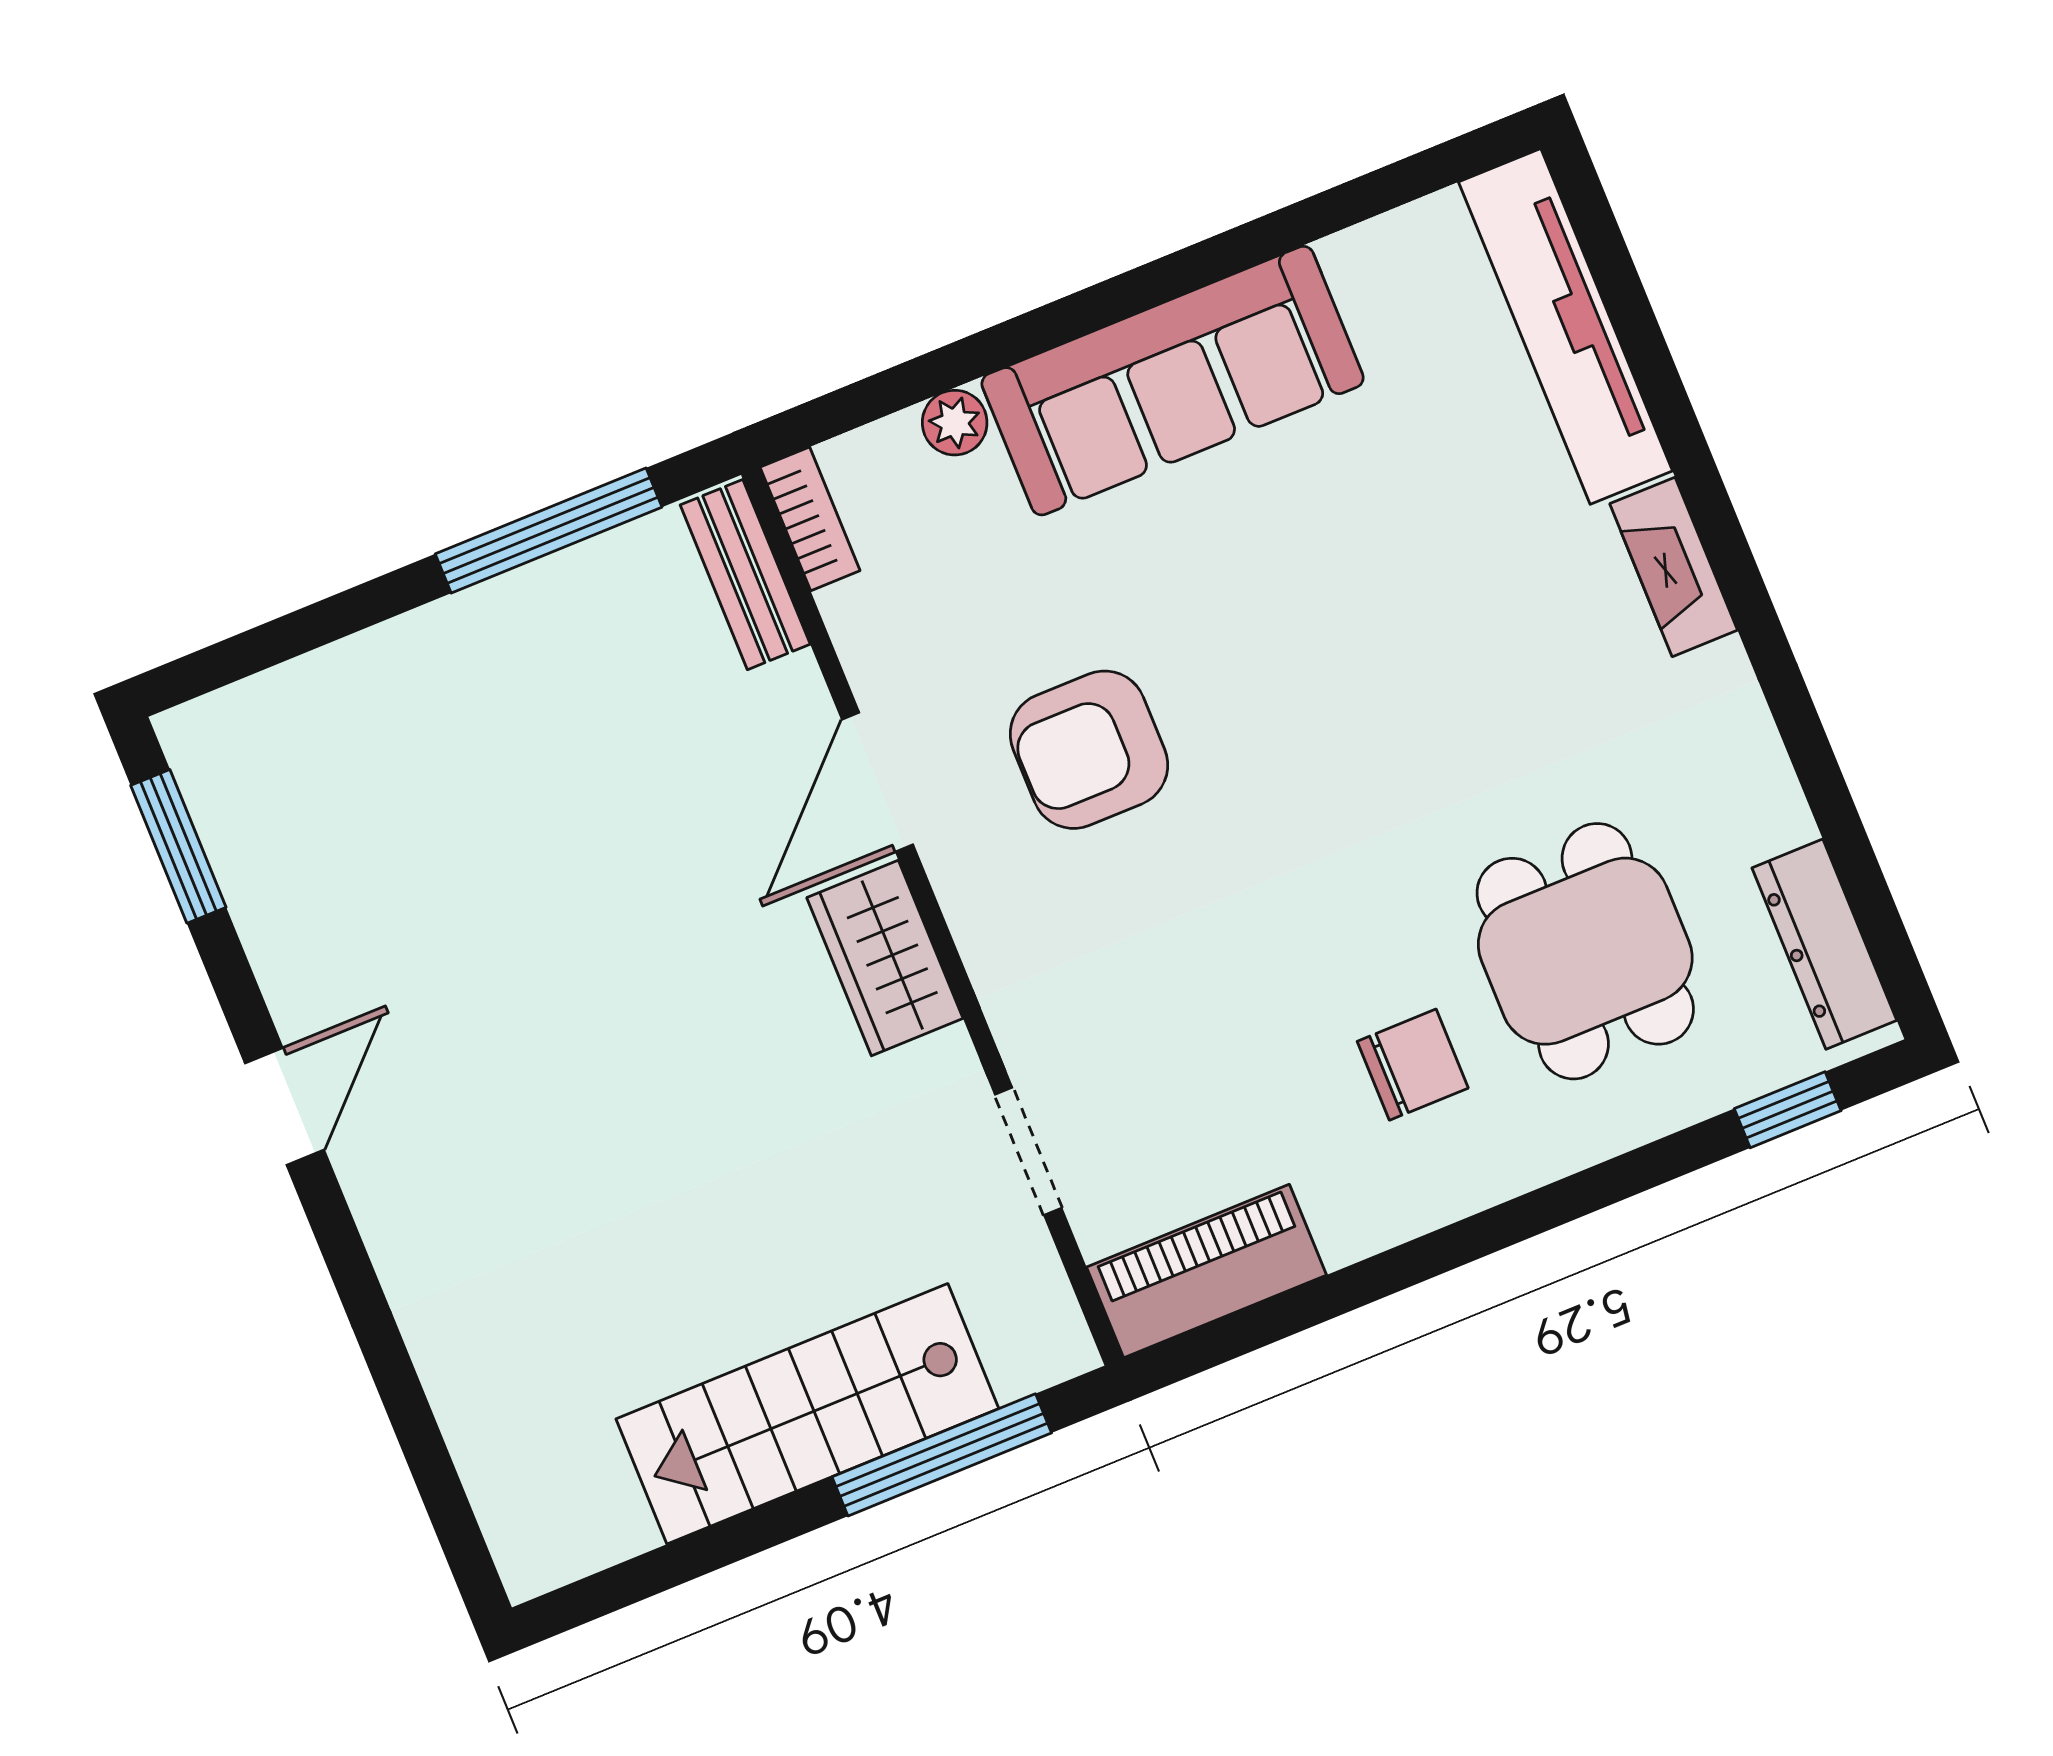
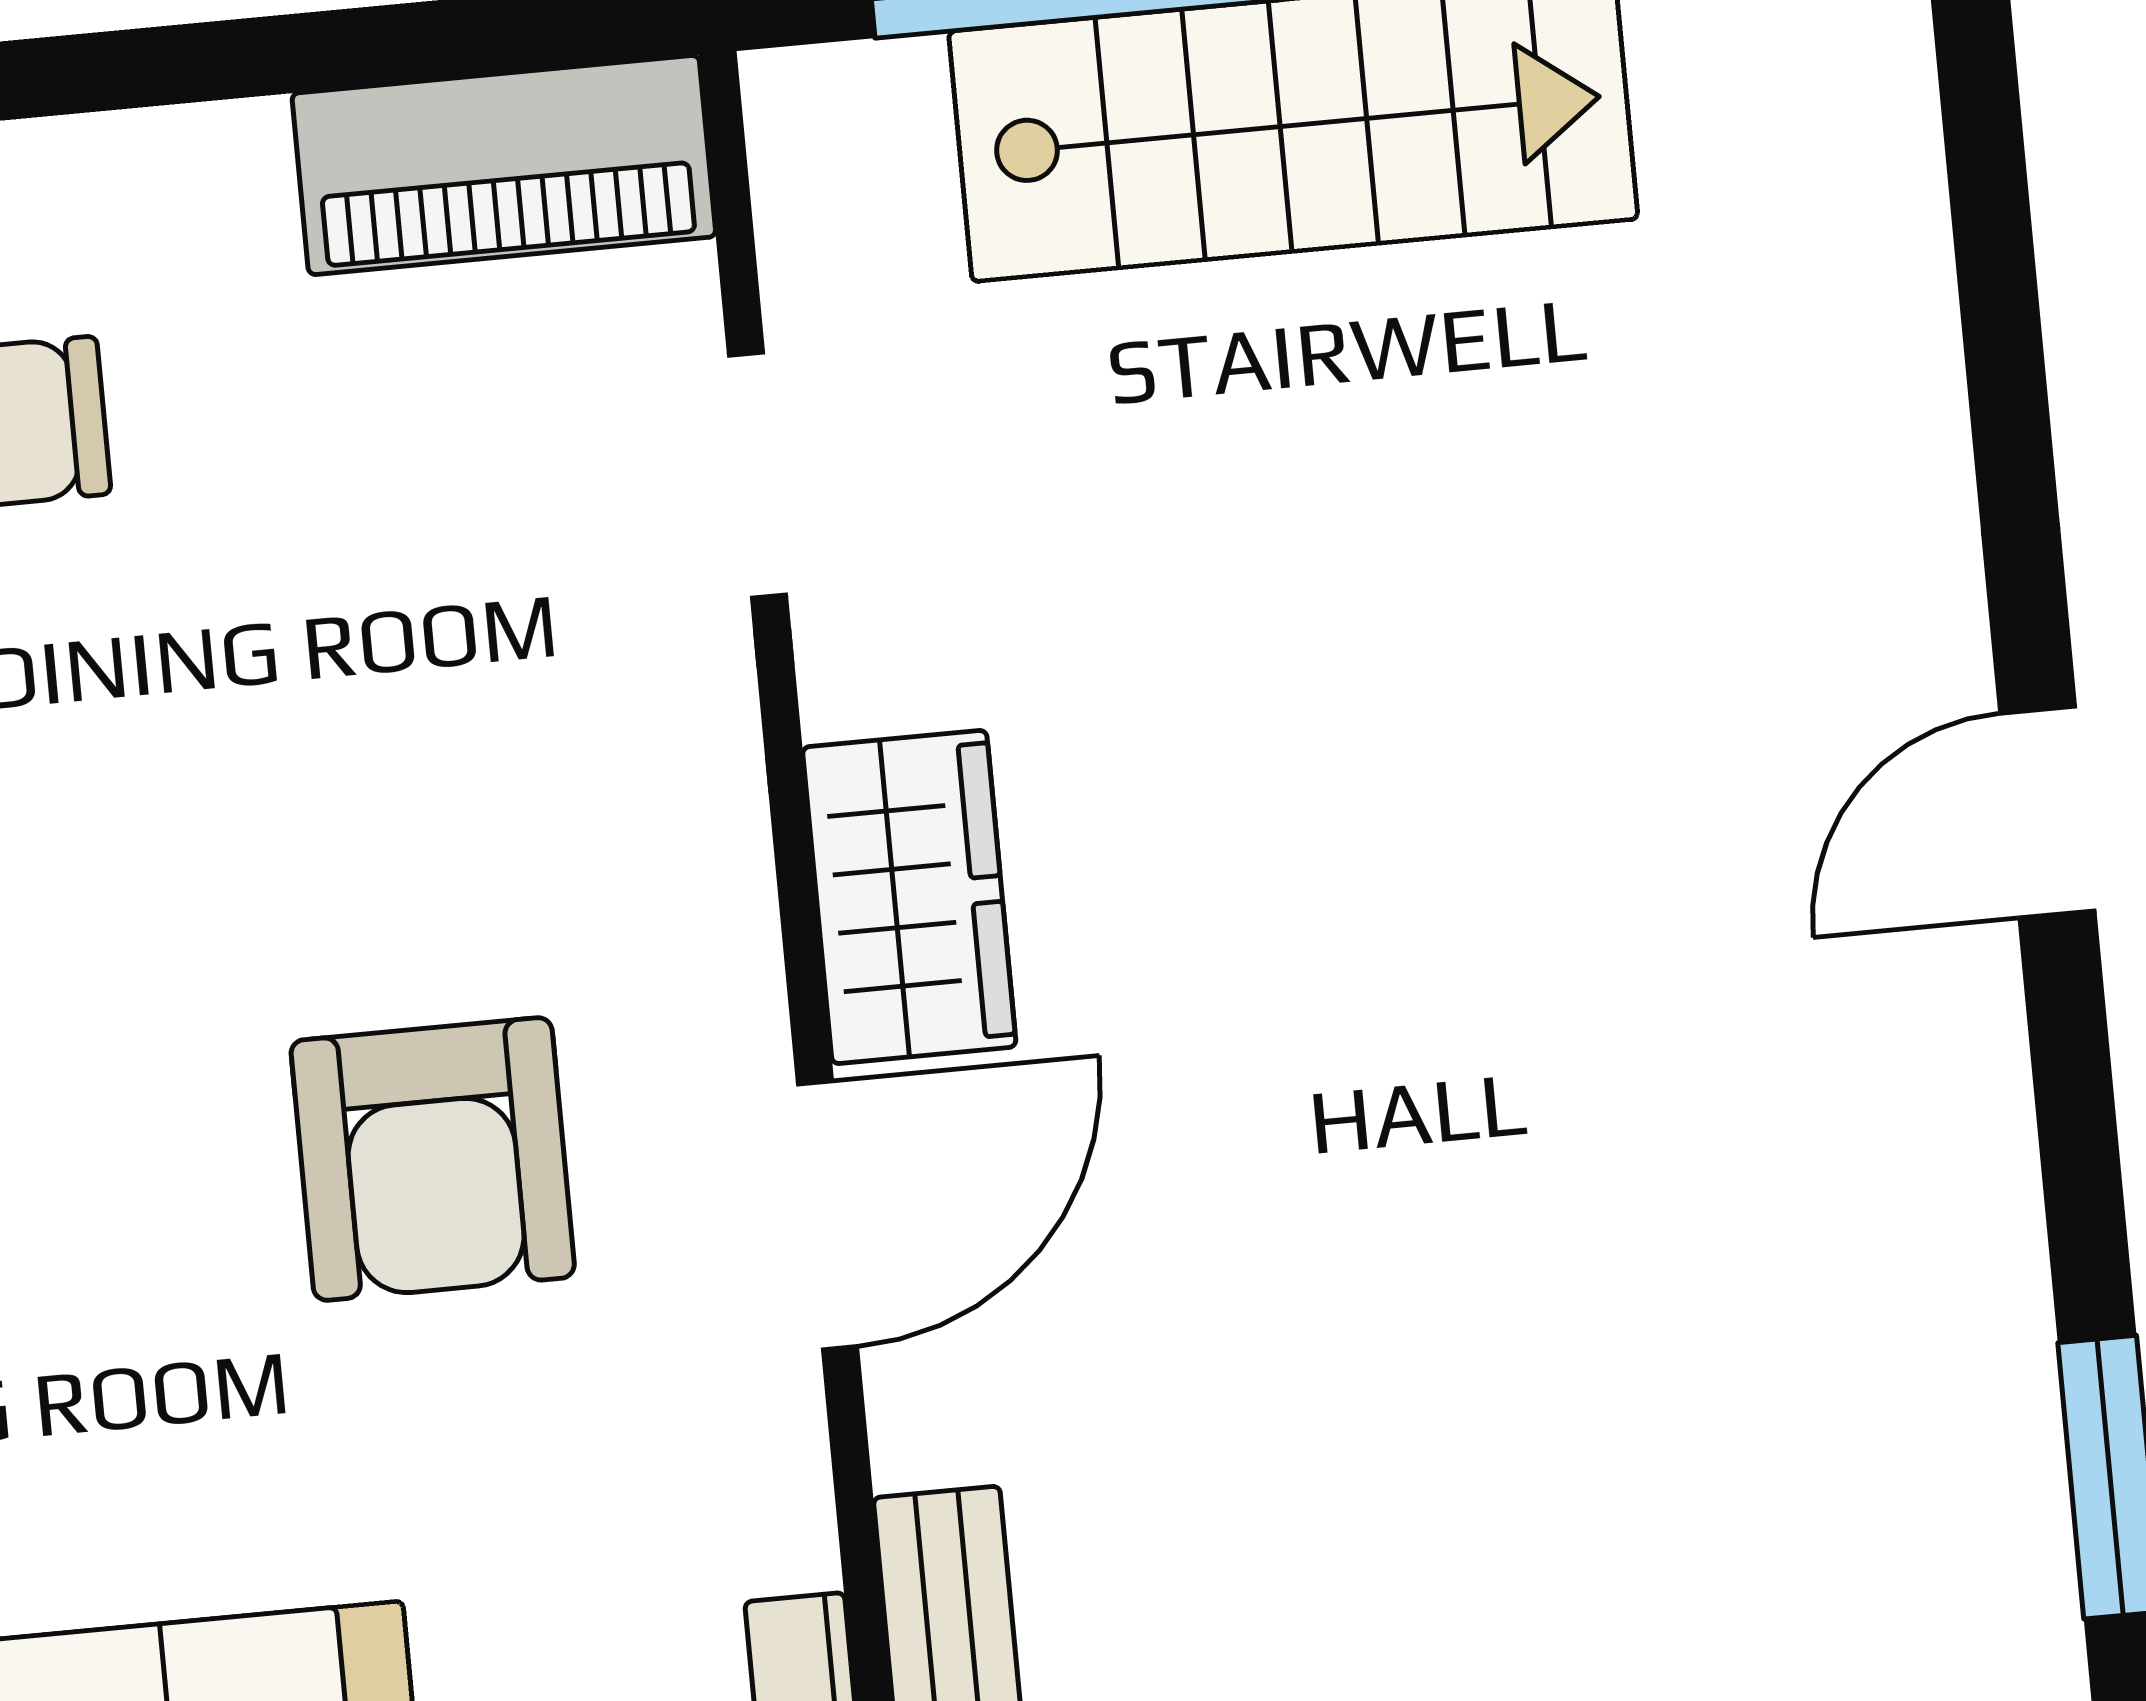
armchair: (1089, 750) -> (433, 1159), turned 90
door: (285, 1107) -> (2047, 812), moved

